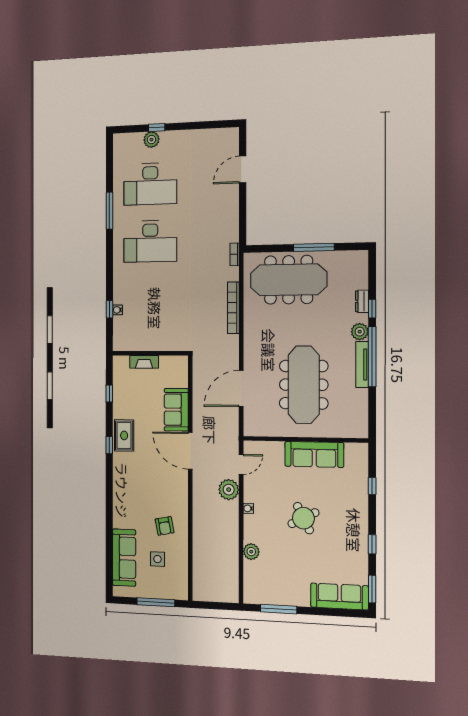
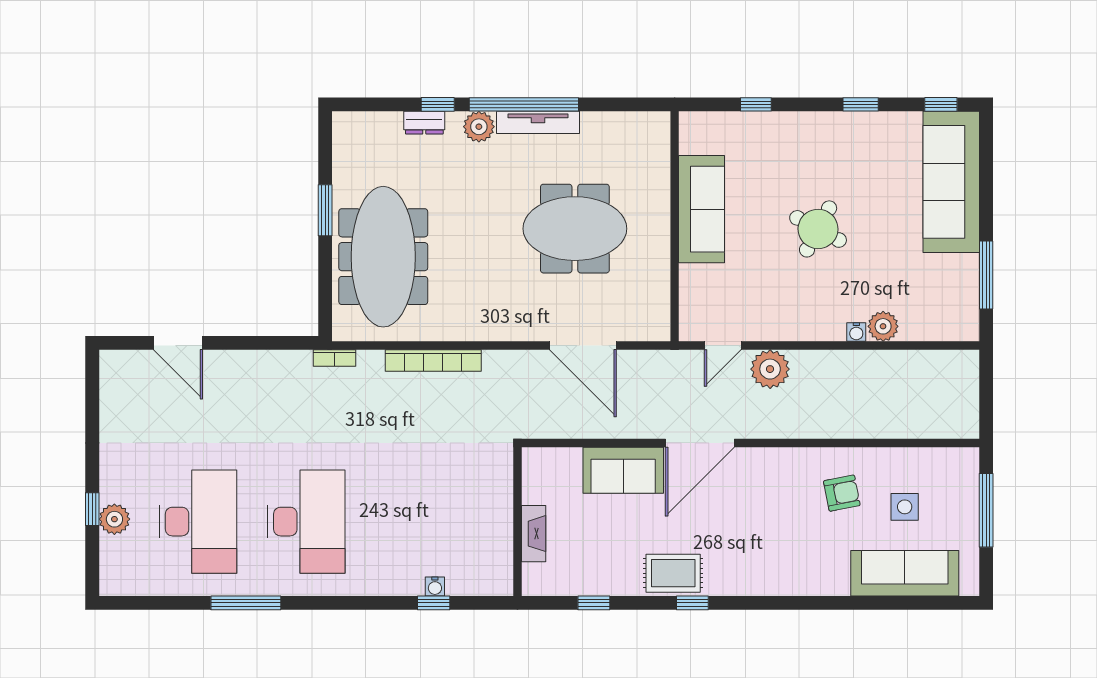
window: (314, 247) -> (325, 210), width x0.69
meeting table: (304, 385) -> (575, 229), width x0.73
door: (241, 464) -> (723, 346), swing flipped
water cooler: (248, 508) -> (856, 332), moved
round table: (303, 518) -> (818, 229), turned -35
window: (372, 589) -> (941, 104), width x0.67
sofa: (339, 596) -> (951, 182), width x1.36, depth x1.27

